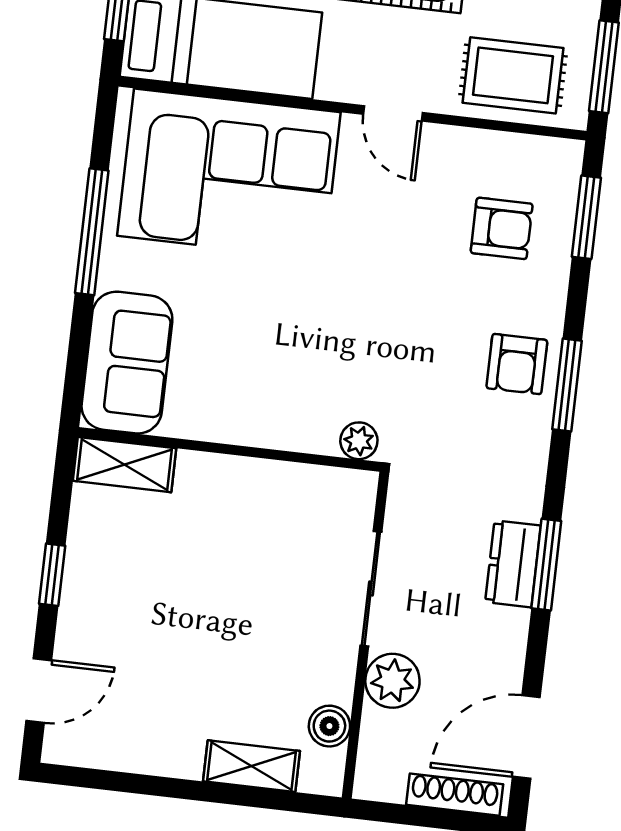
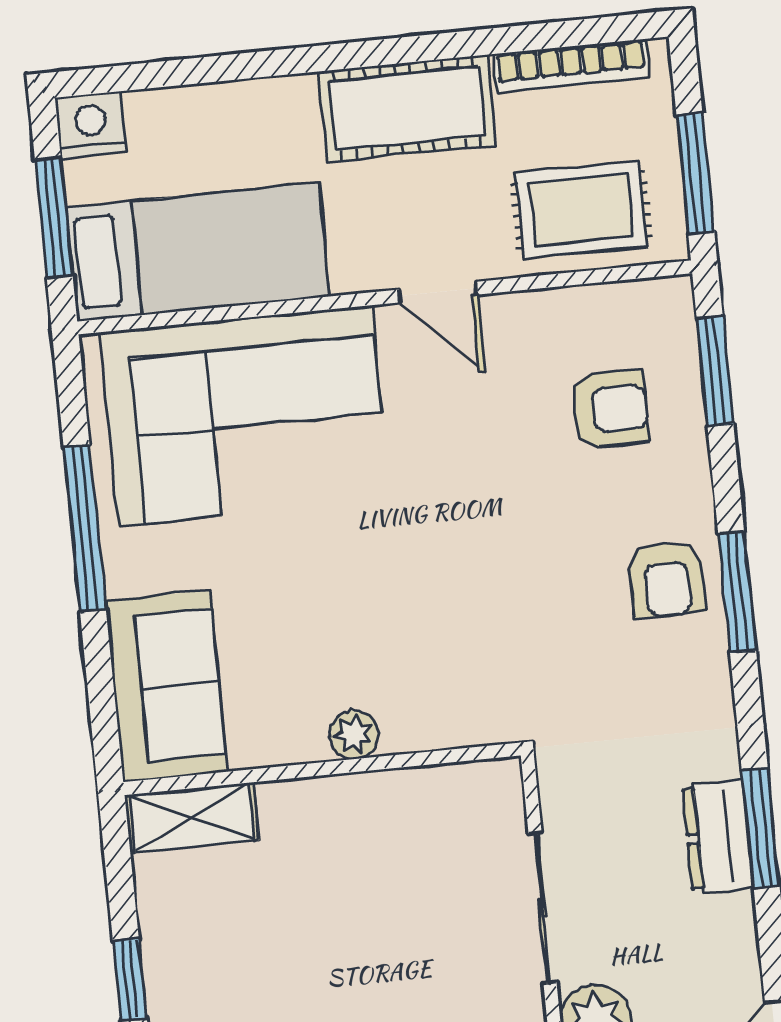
plant: (359, 441) -> (354, 735), moved

